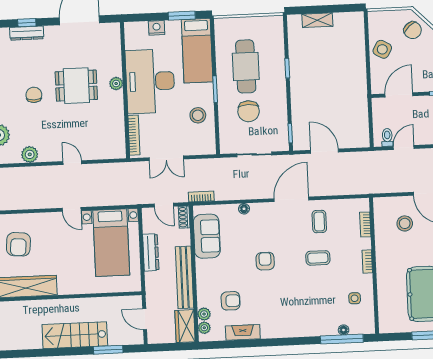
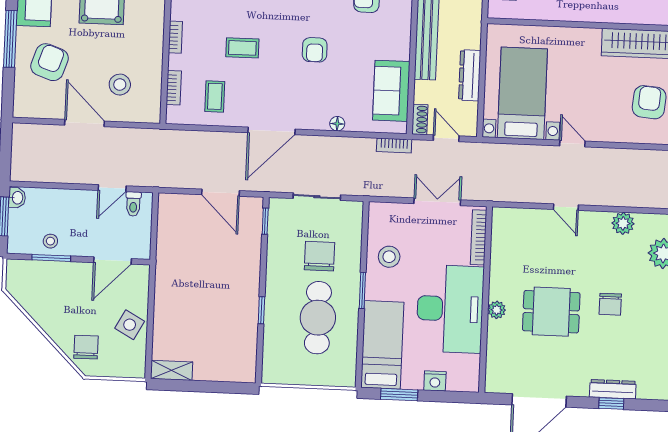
shelving: (317, 20) -> (172, 370), moved
chair: (413, 30) -> (86, 347), turned 41
coffee table: (319, 222) -> (215, 96), moved

